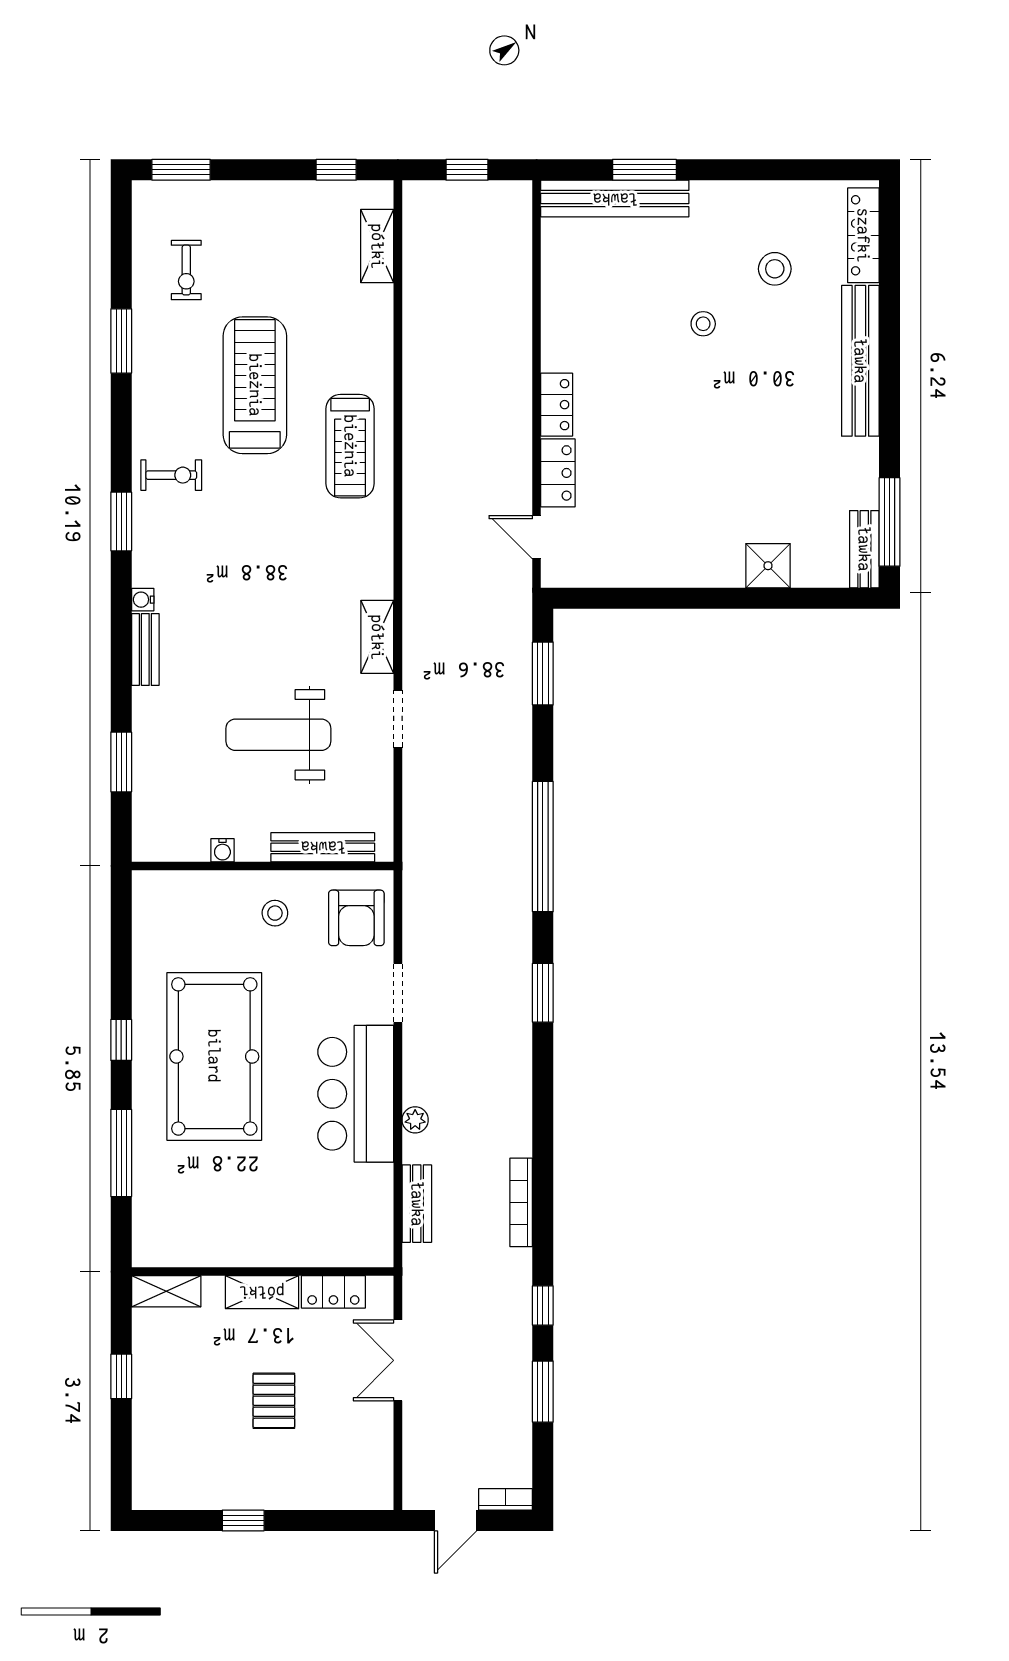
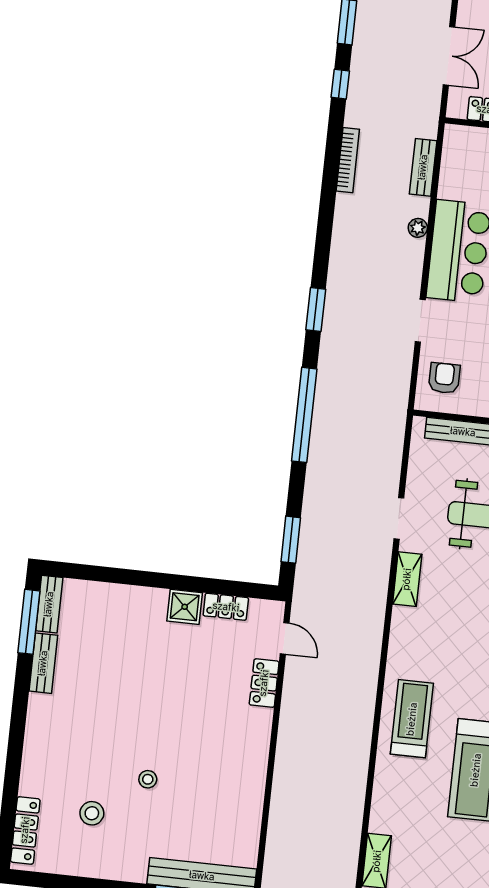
bench: (860, 361) -> (43, 663), moved, width x0.54, depth x0.82
locker: (557, 405) -> (226, 607), moved, turned -90
shower: (768, 566) -> (185, 607), moved
armchair: (356, 918) -> (444, 378), width x0.72, depth x0.72

